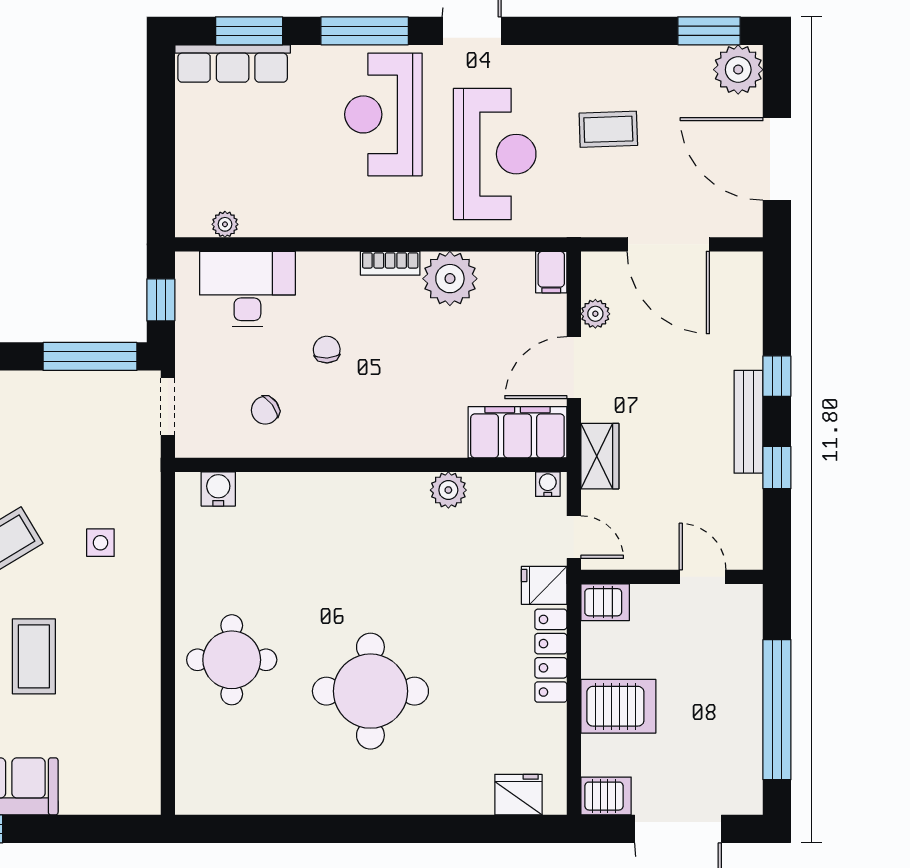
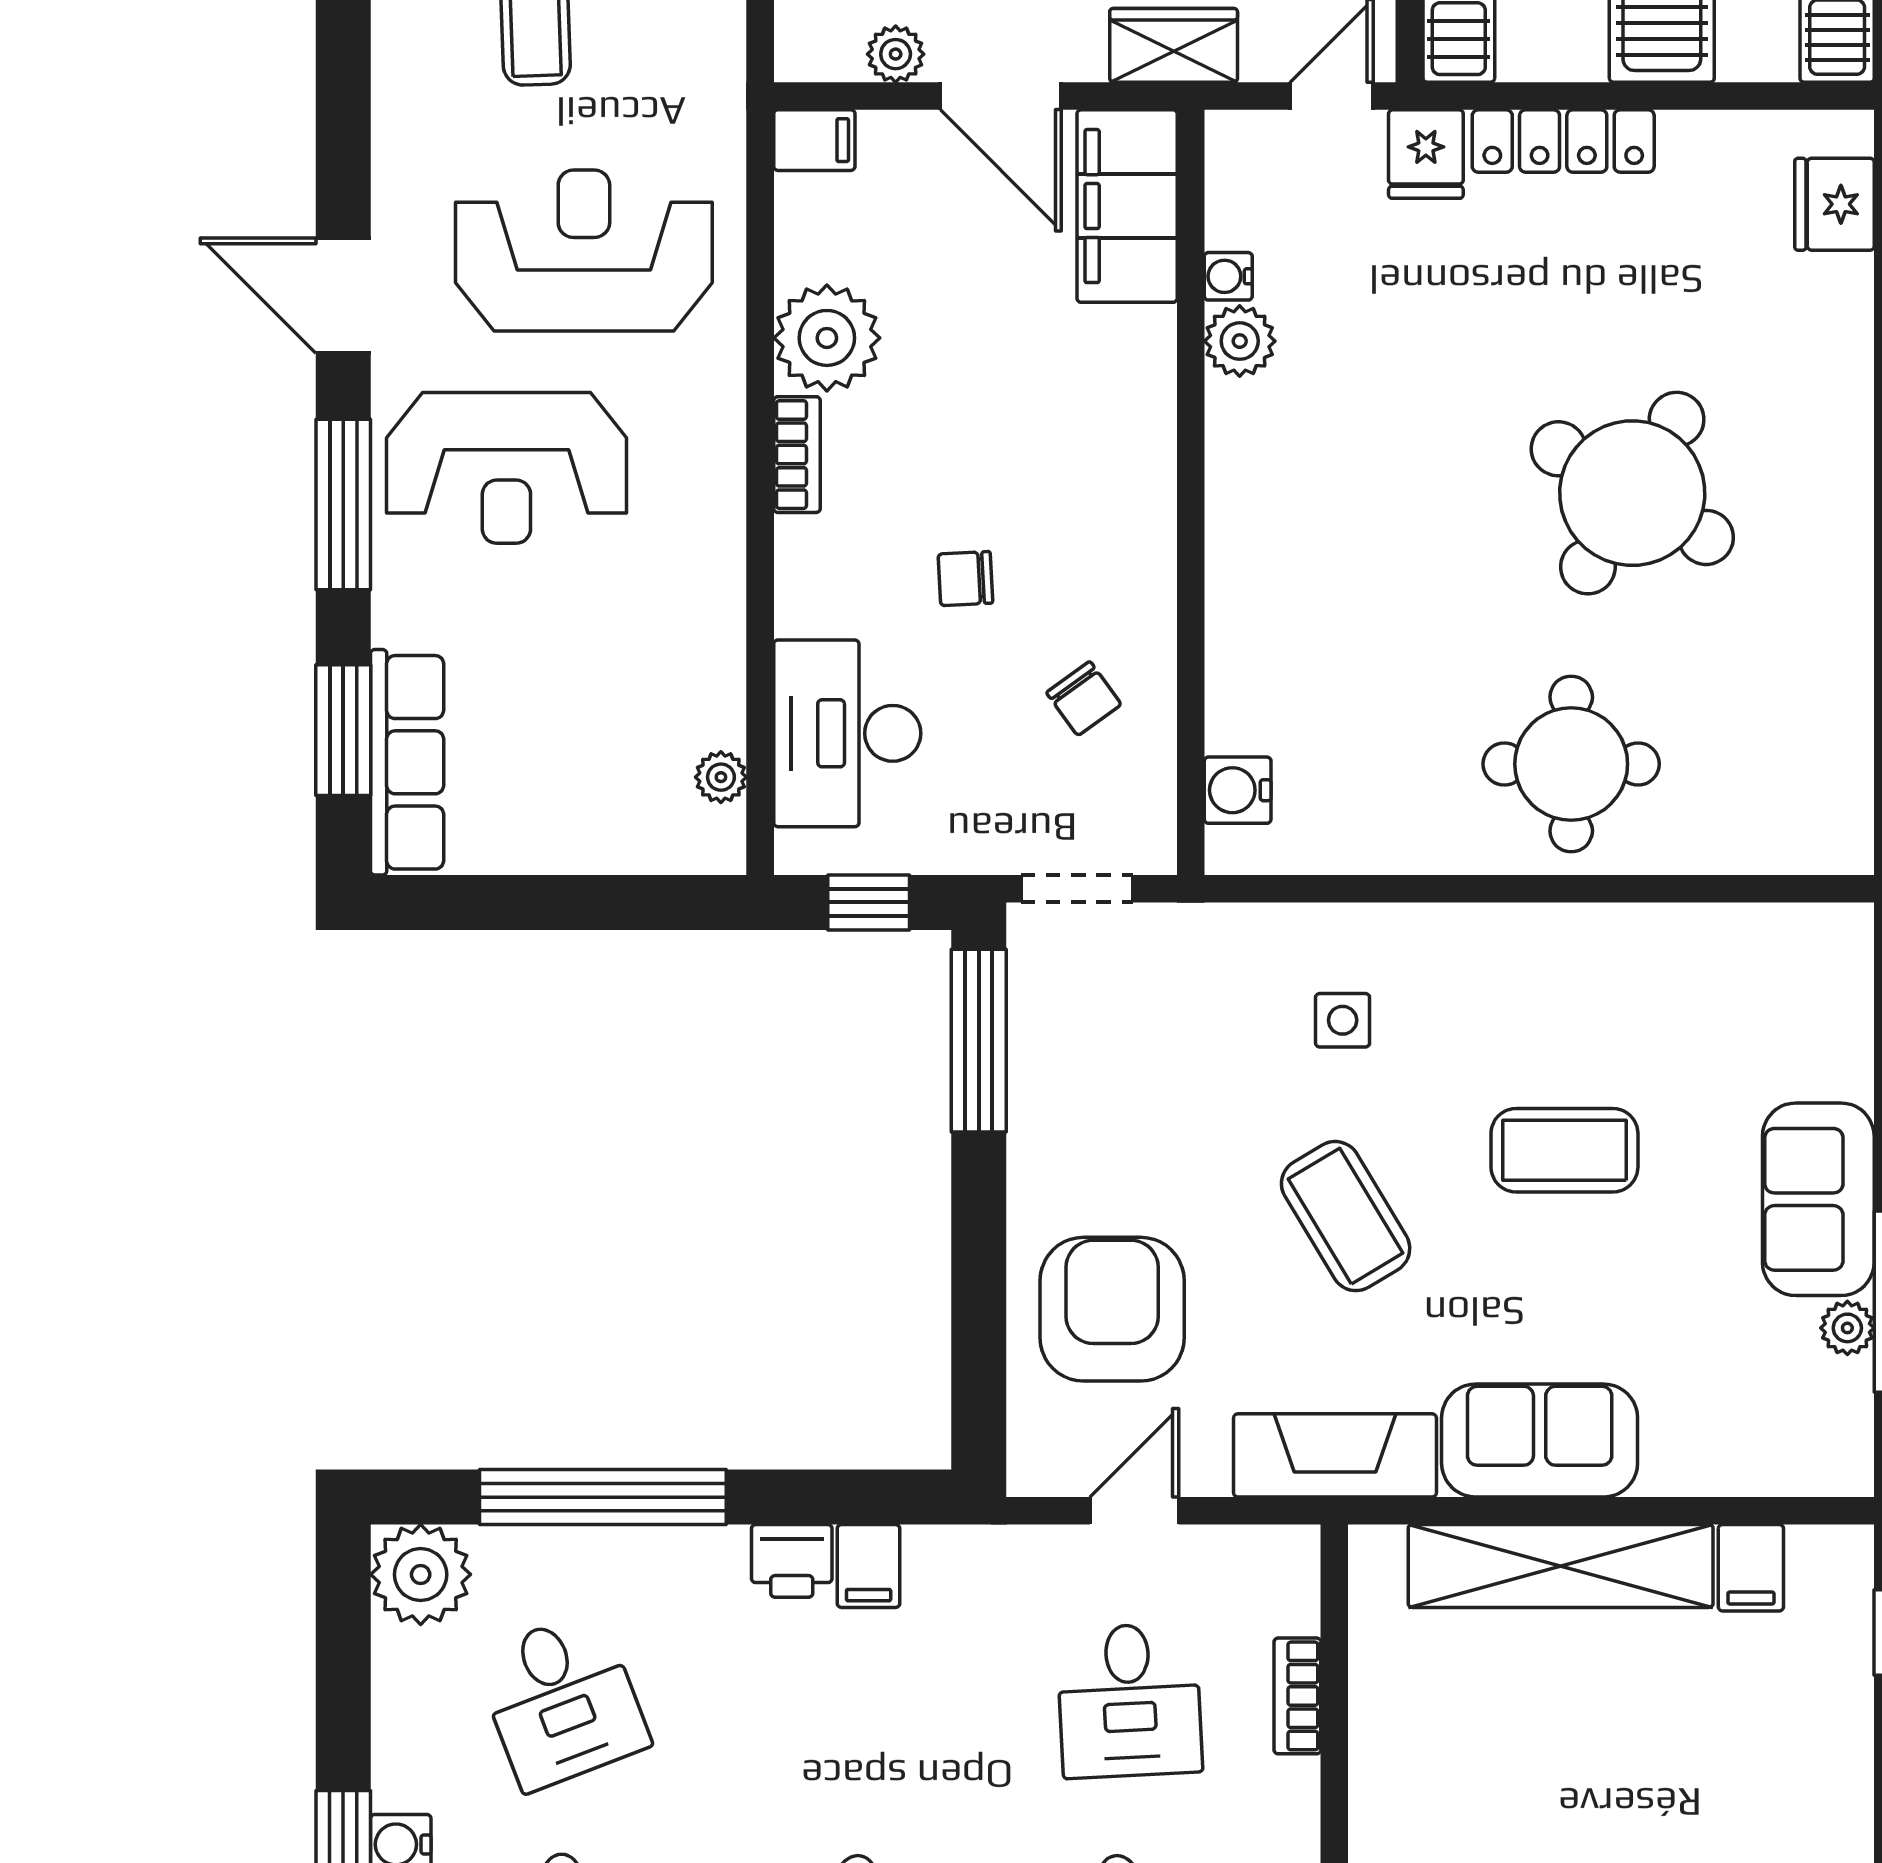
water cooler: (548, 484) -> (1228, 276), moved
round table: (370, 691) -> (1632, 493), turned 31

